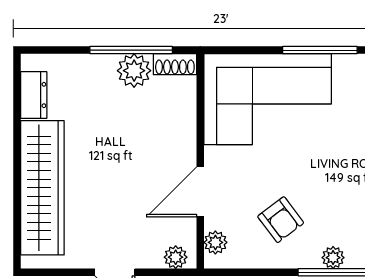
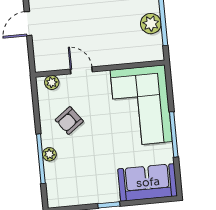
shoe rack: (175, 64) -> (157, 48), removed
door: (200, 192) -> (81, 70), width x0.73
plant: (176, 257) -> (41, 59), removed

